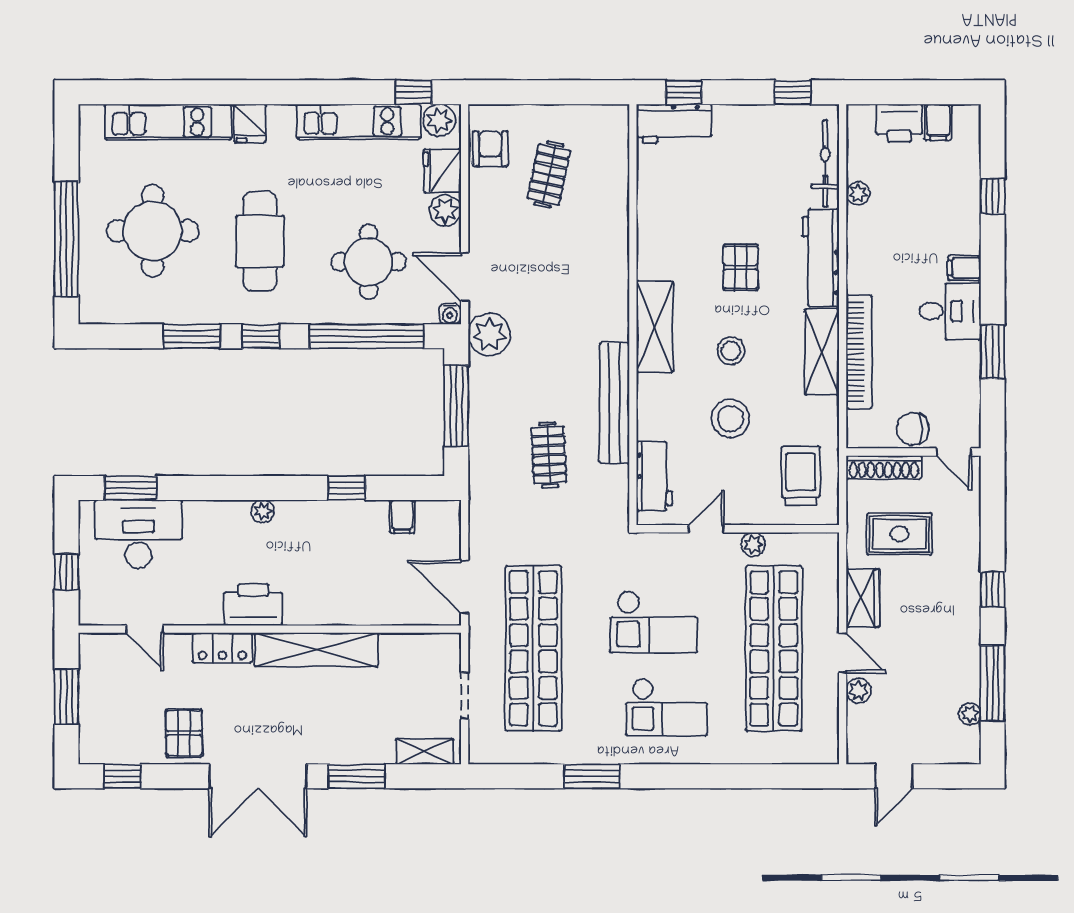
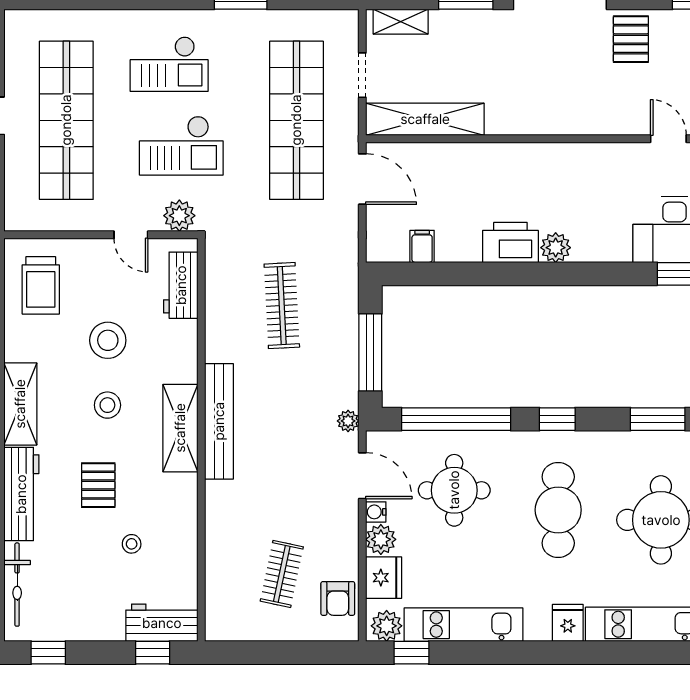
stool: (706, 206) -> (132, 544), added
water cooler: (450, 314) -> (376, 512), moved, turned -90
plant: (489, 334) -> (348, 421), width x0.53, depth x0.53
window: (192, 336) -> (658, 419), moved
bench: (614, 403) -> (219, 421), moved
clothes rail: (549, 455) -> (282, 306), width x1.36
window: (346, 488) -> (475, 274), removed
plant: (263, 511) -> (556, 248), width x1.38, depth x1.38
door: (706, 529) -> (131, 235), hinge flipped
plant: (753, 544) -> (179, 216), moved, width x1.38, depth x1.38
printer: (253, 605) -> (510, 242), moved, turned 180
checkout: (654, 622) -> (181, 146), turned 180
locker: (222, 648) -> (594, 121), removed
shelving: (316, 650) -> (425, 119), moved
checkout: (666, 707) -> (169, 64), turned 180

